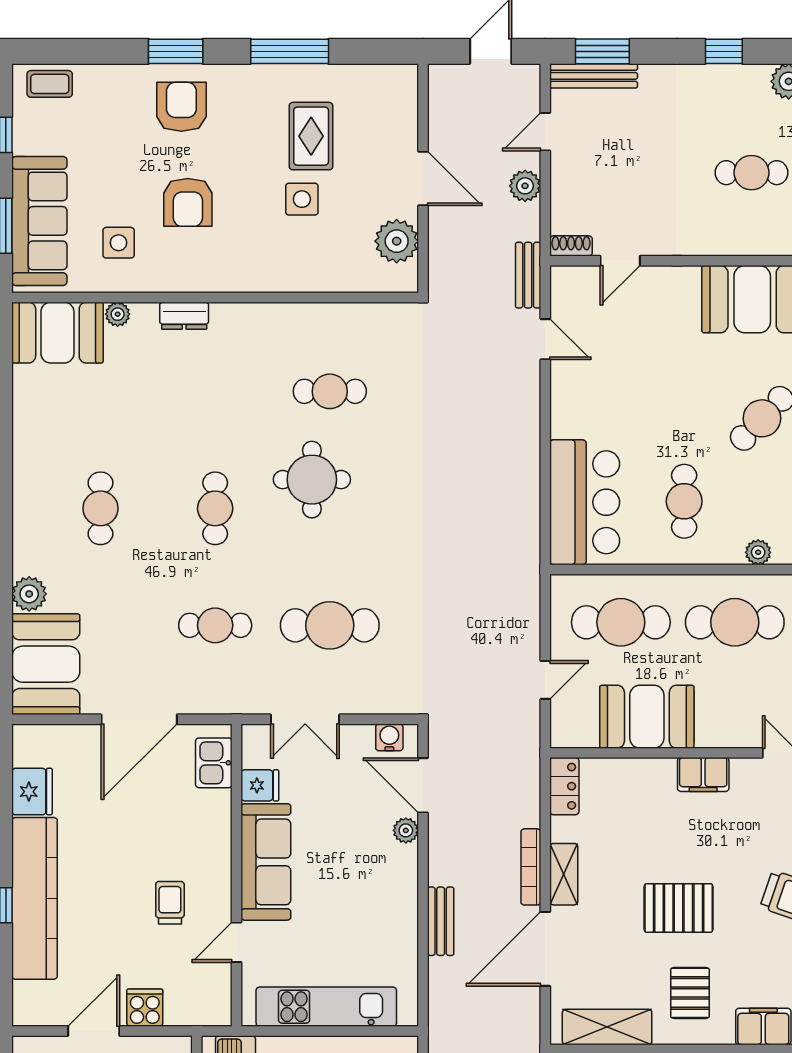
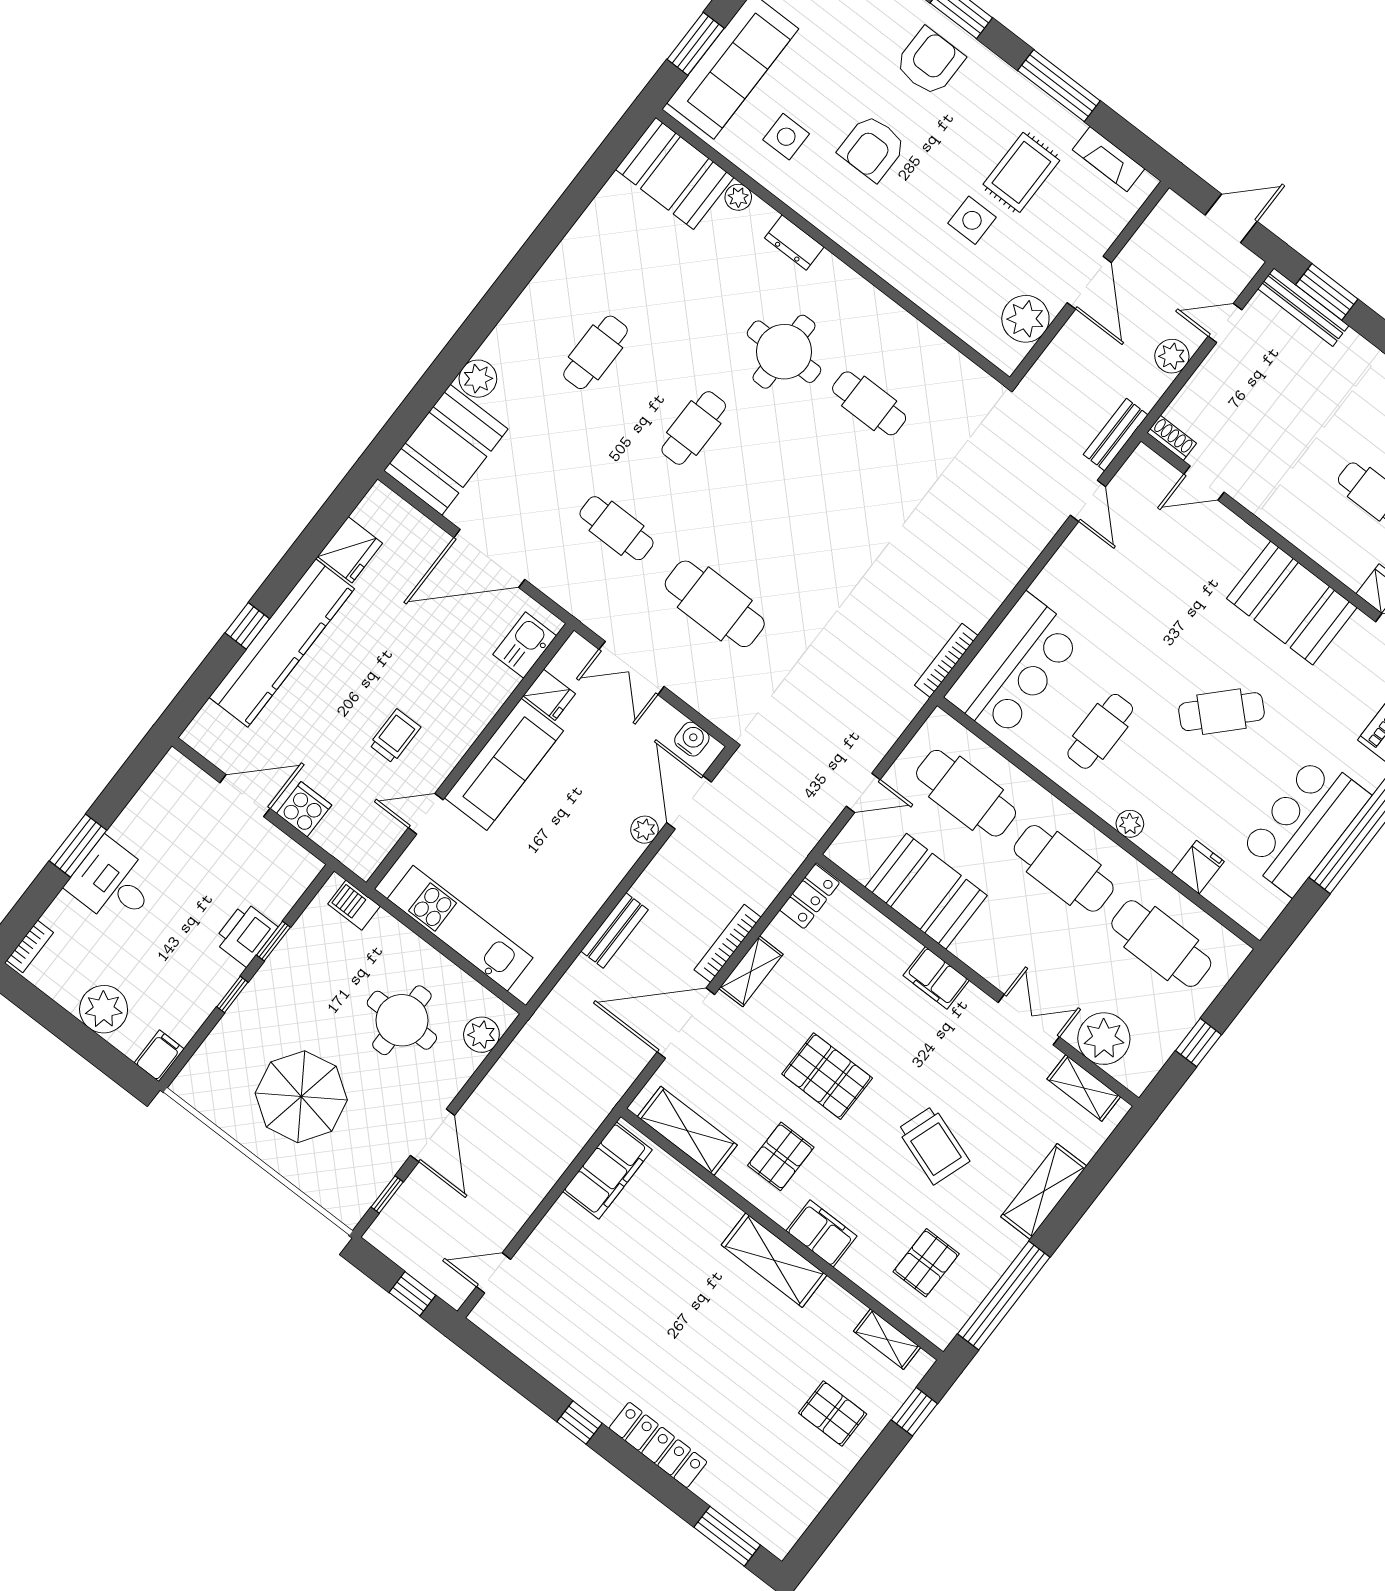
fireplace: (367, 77) -> (1109, 159), added
round table: (312, 480) -> (784, 352), moved
bookcase: (531, 536) -> (946, 660), added

